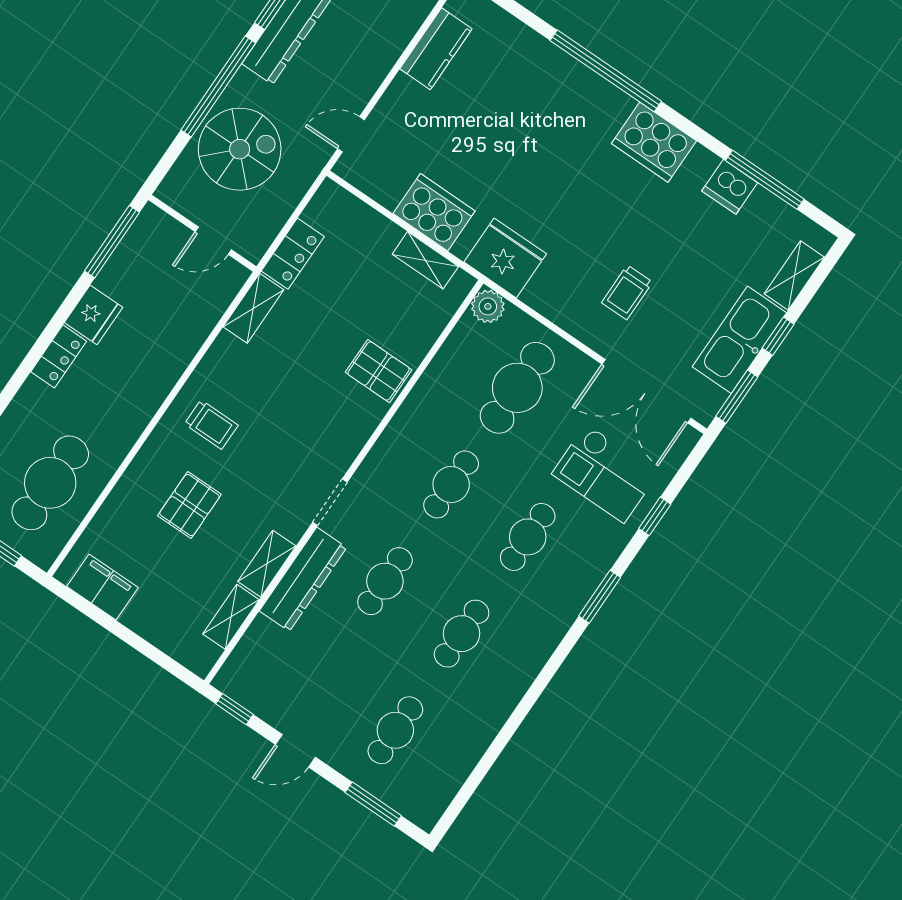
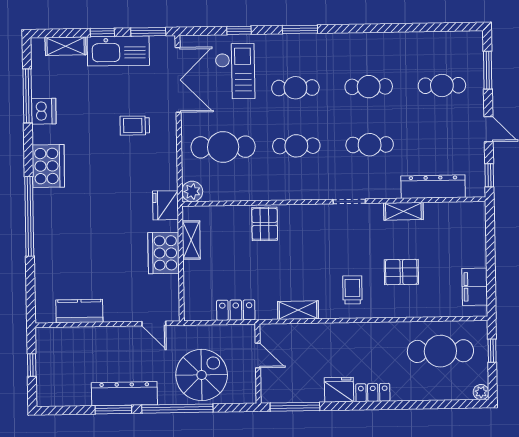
spiral stairs: (240, 149) -> (202, 375), turned 90
fridge: (505, 258) -> (166, 205), width x0.73, depth x0.75
trolley: (627, 292) -> (135, 126), turned 180
shelving: (253, 308) -> (298, 310), moved
dresser: (303, 579) -> (433, 187), moved
shelving: (231, 617) -> (443, 210), removed

